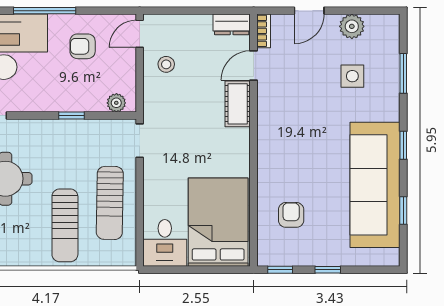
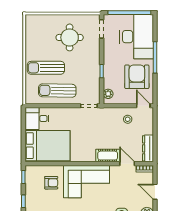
dresser: (232, 24) -> (148, 148), width x1.44
armchair: (83, 46) -> (137, 77), width x1.88, depth x1.88
corner sofa: (289, 145) -> (87, 182), added

